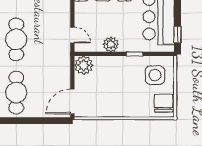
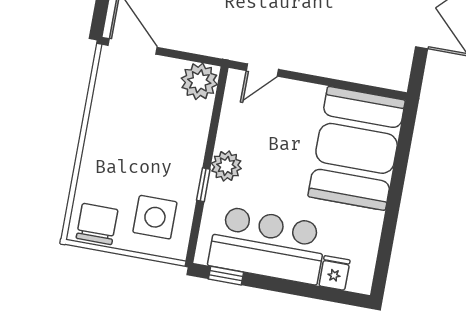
plant: (111, 44) -> (226, 166), moved
chair: (164, 103) -> (97, 224), turned -90

